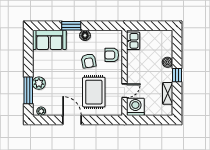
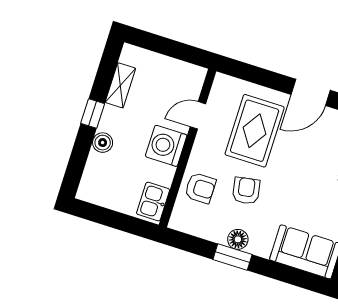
window: (71, 26) -> (232, 257), moved
washing machine: (135, 107) -> (166, 146), moved, turned 90
door: (72, 120) -> (311, 92), hinge flipped

